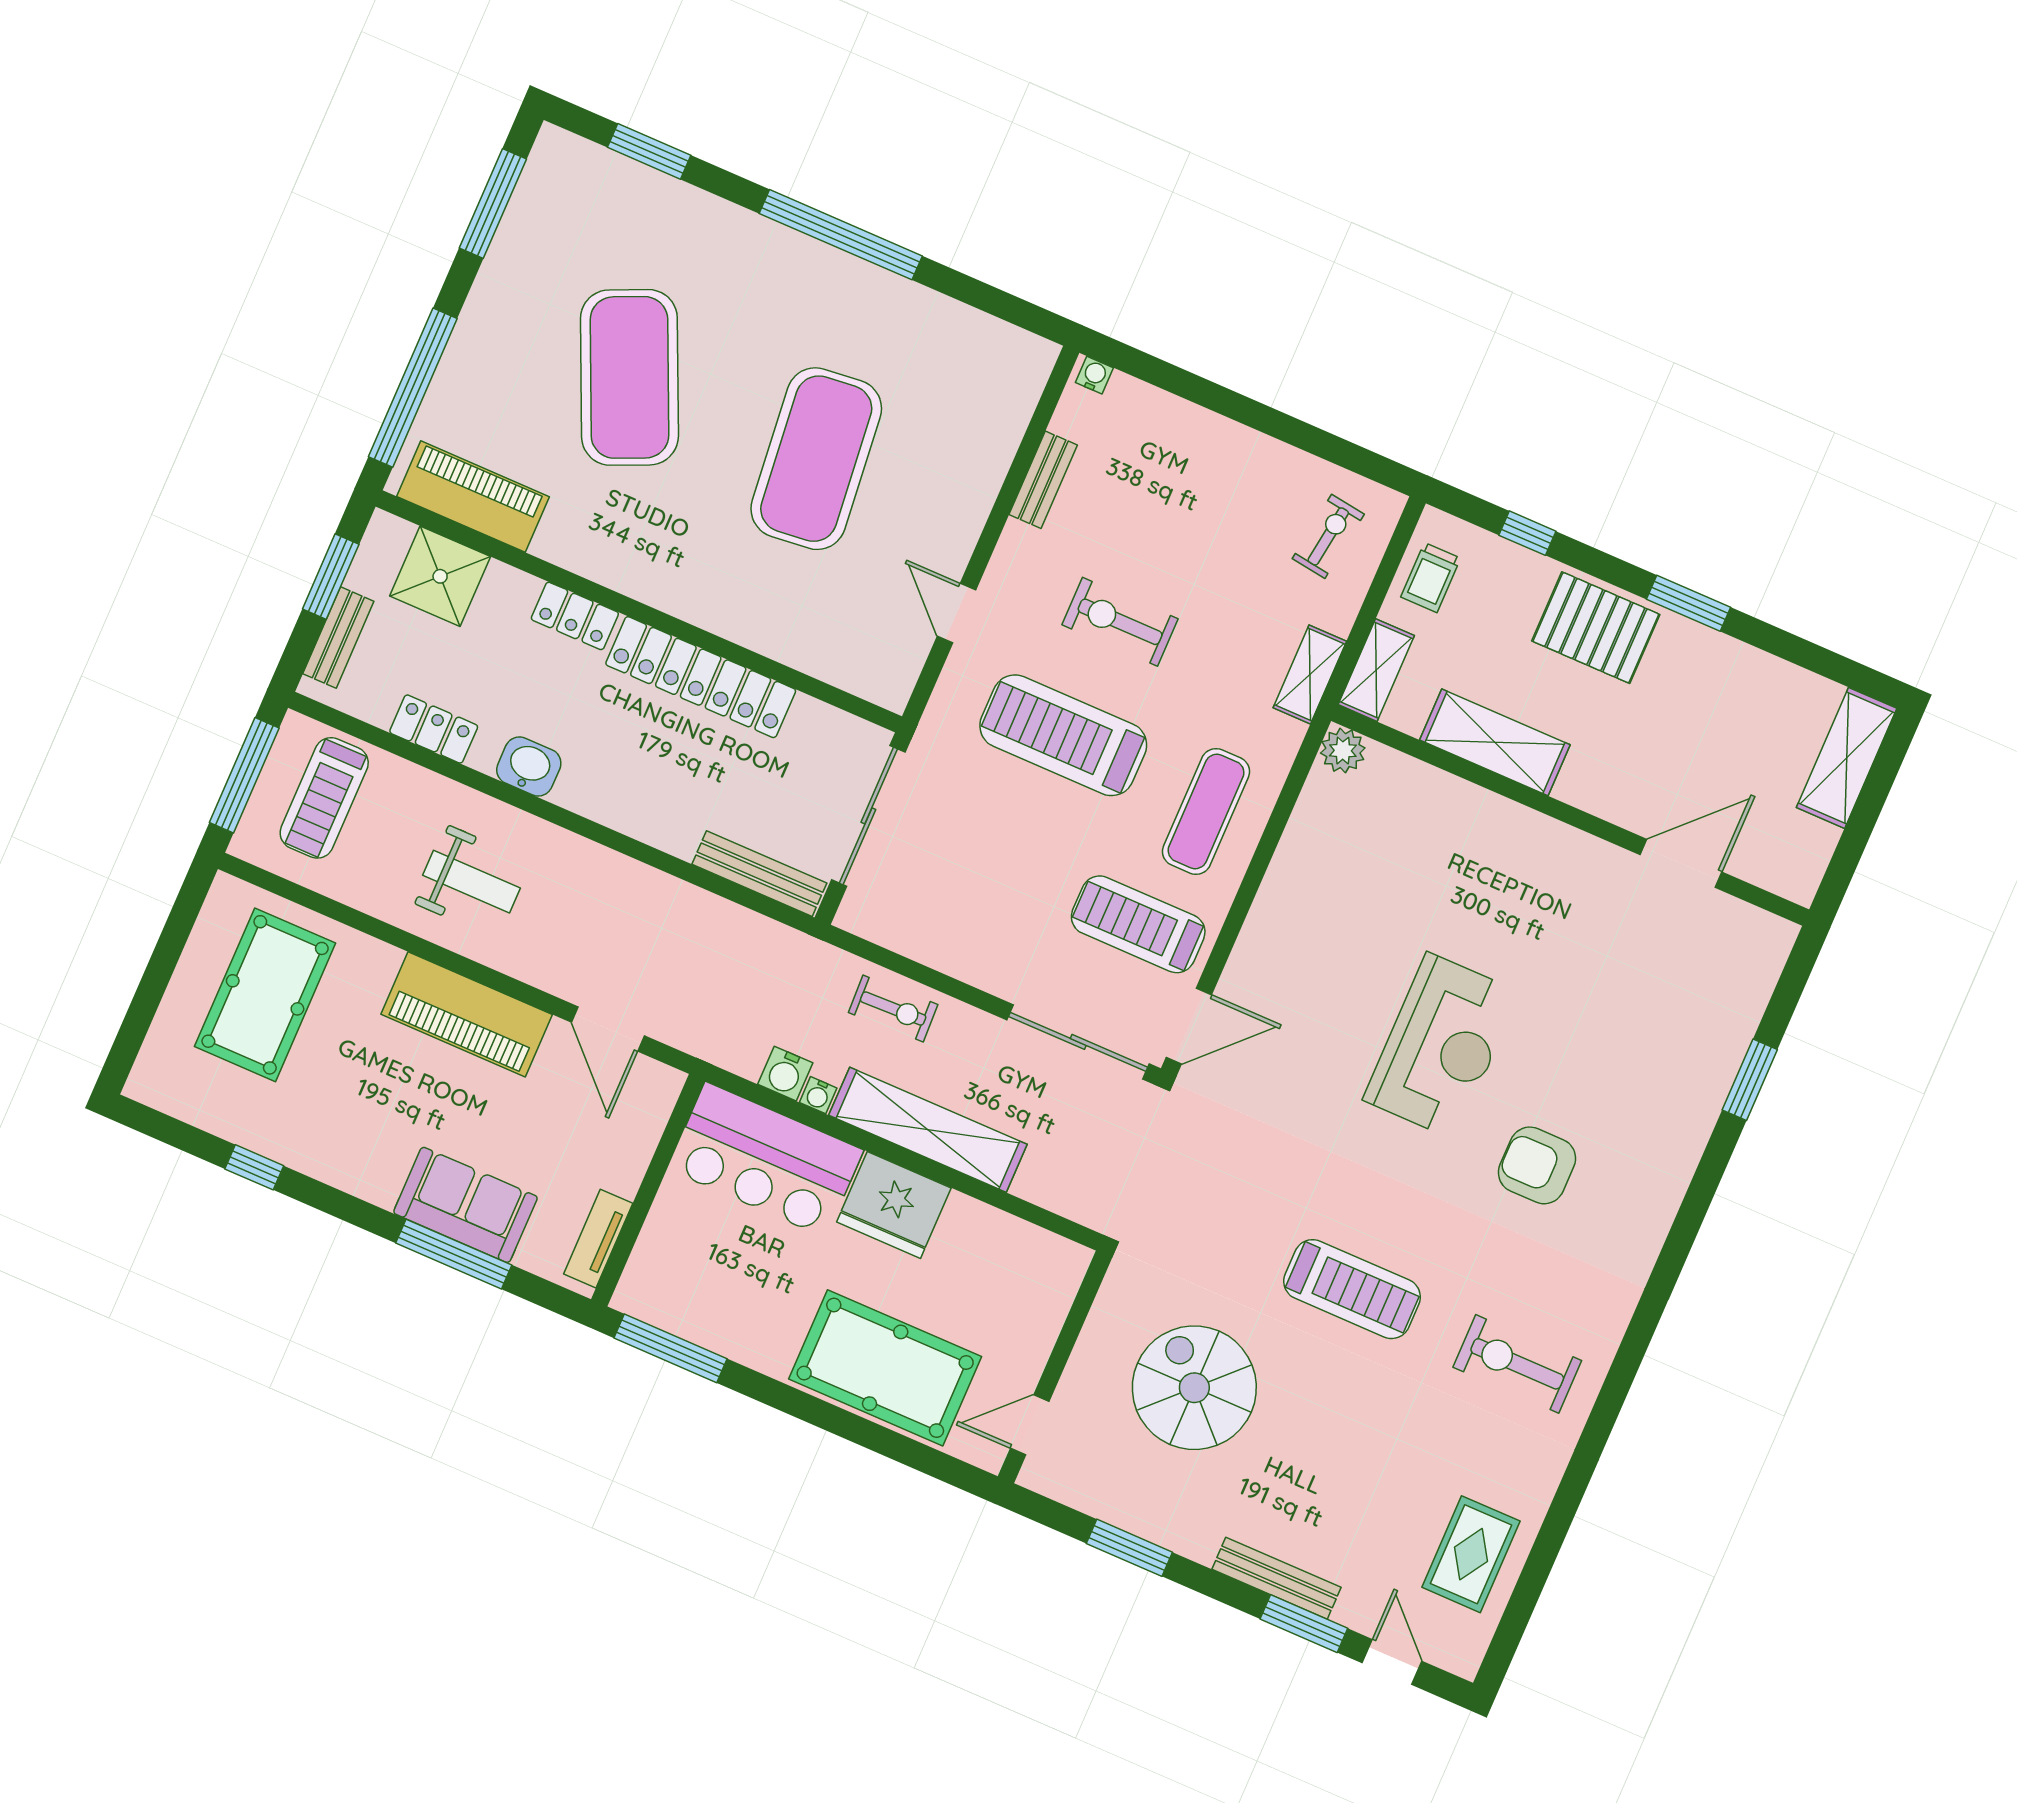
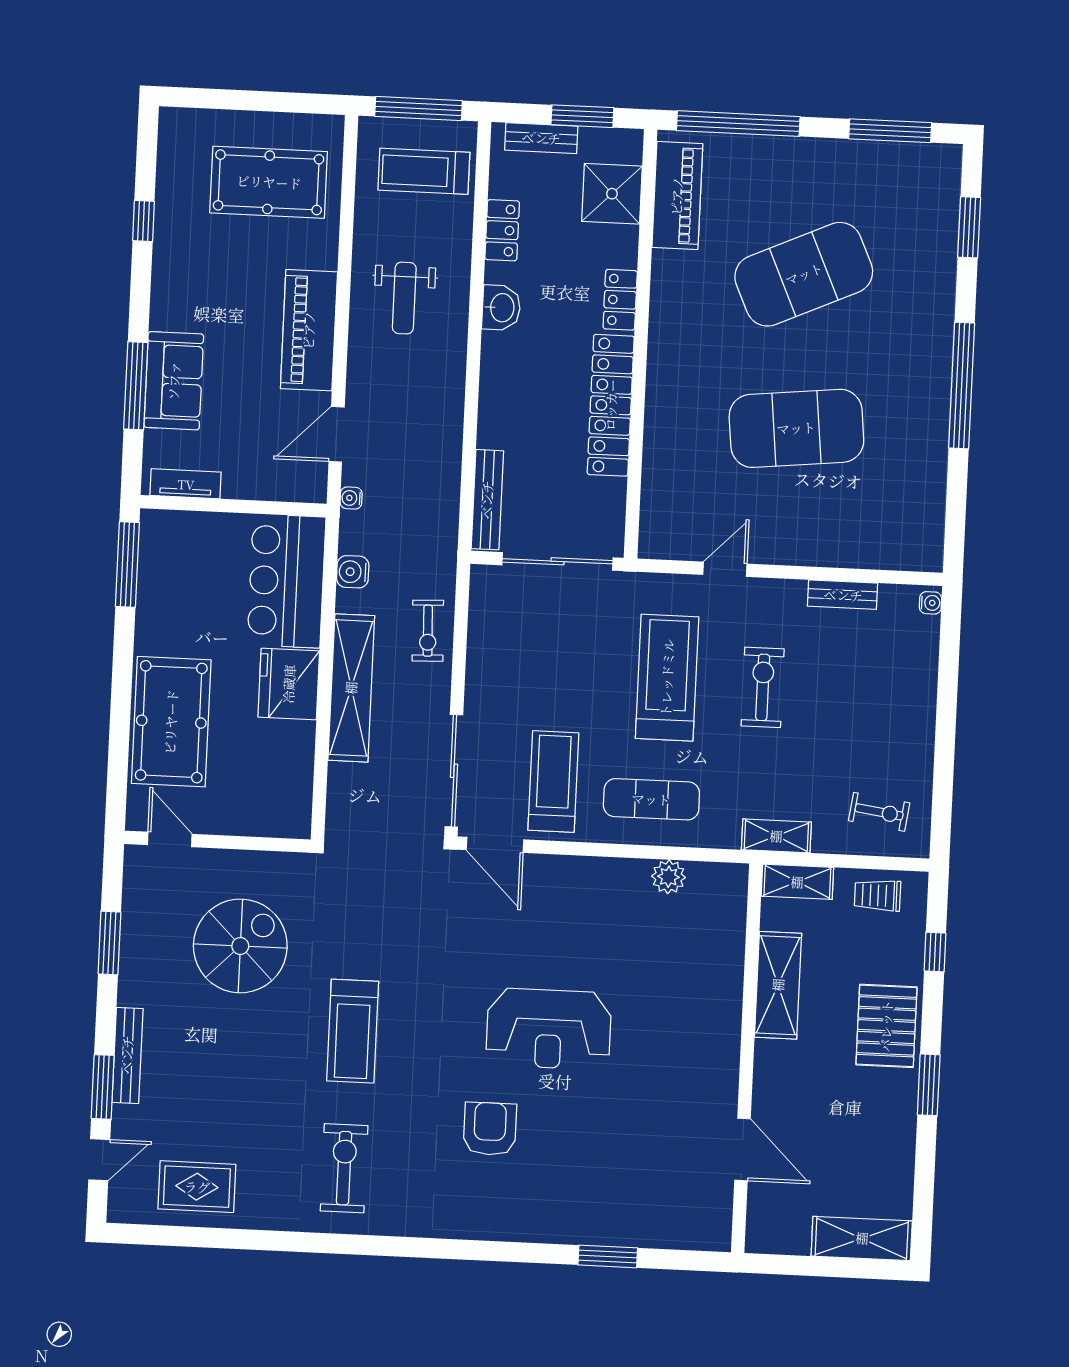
plant: (1343, 751) -> (669, 877), moved
water cooler: (818, 1095) -> (351, 498), moved

